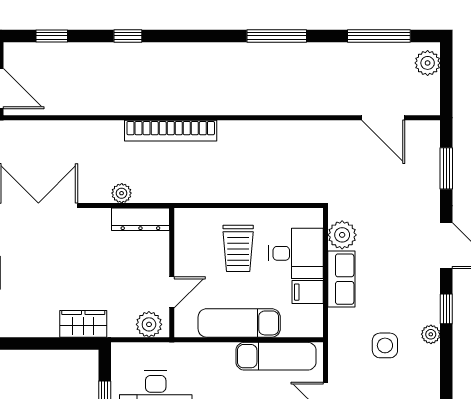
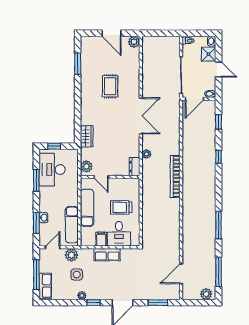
dresser: (140, 219) -> (135, 167), width x0.70
plant: (342, 235) -> (72, 255), moved

